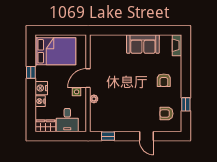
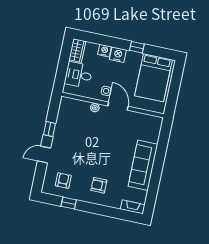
sofa: (143, 44) -> (143, 165), width x1.36
window: (108, 136) -> (49, 129), moved

